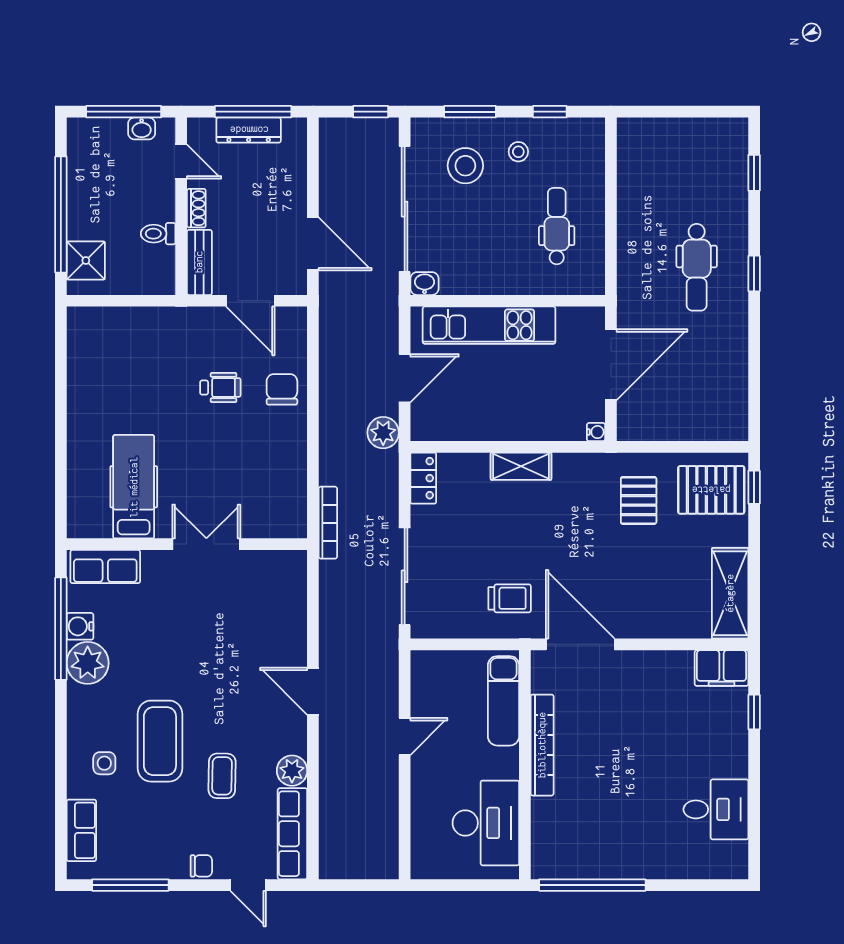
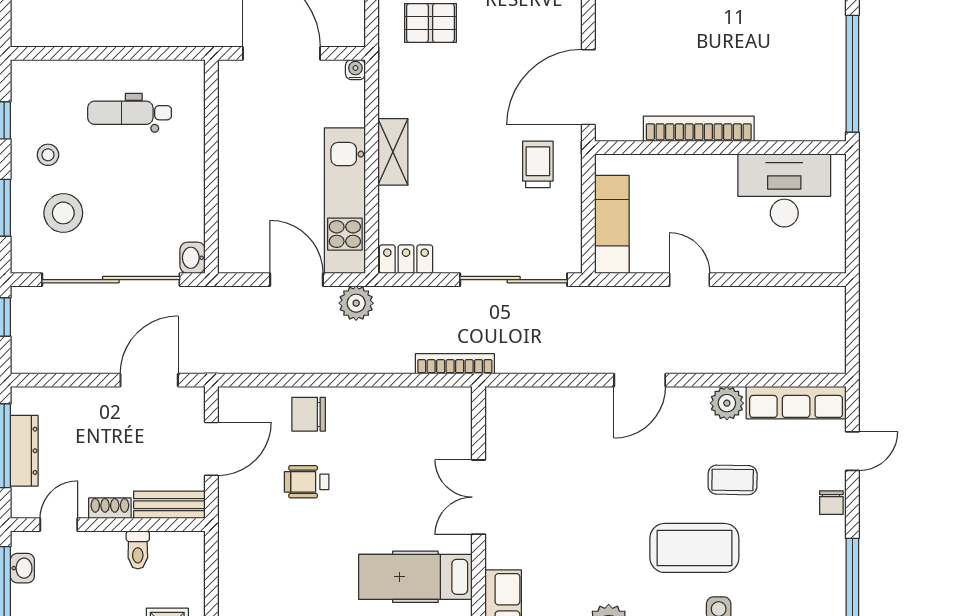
kitchen unit: (489, 325) -> (345, 201), moved, turned 180
wheelchair: (220, 388) -> (307, 482), turned -90
exam couch: (504, 701) -> (612, 224), moved, turned -90
chair: (201, 866) -> (831, 503), turned 180

